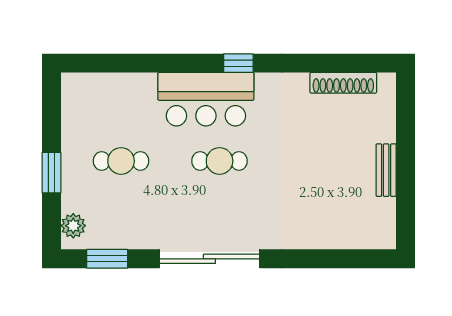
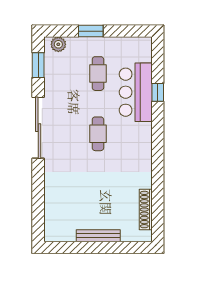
window: (238, 63) -> (158, 92), moved
bar counter: (206, 99) -> (136, 92), moved
bench: (386, 170) -> (98, 236), width x1.36

